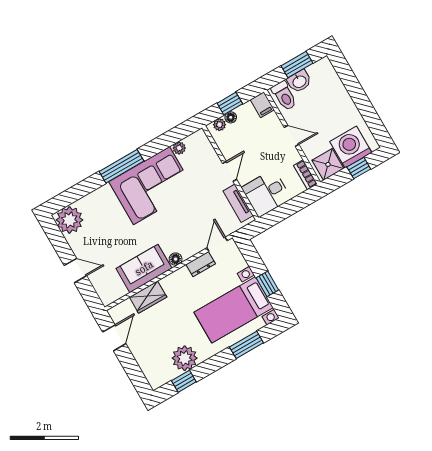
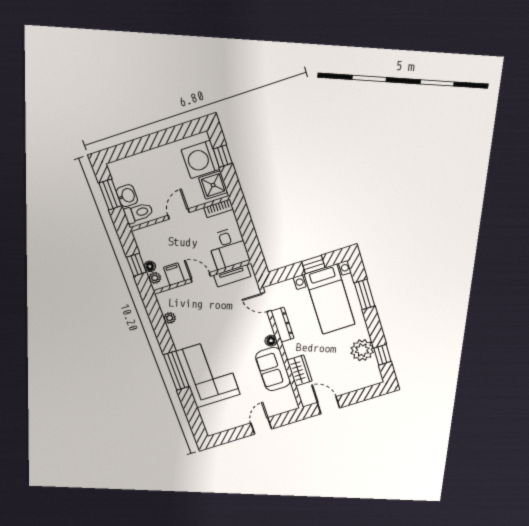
filing cabinet: (262, 105) -> (174, 274), moved, turned -90
corner sofa: (152, 186) -> (208, 373), moved
plant: (69, 220) -> (215, 422), removed
dresser: (201, 264) -> (282, 325), width x1.44

